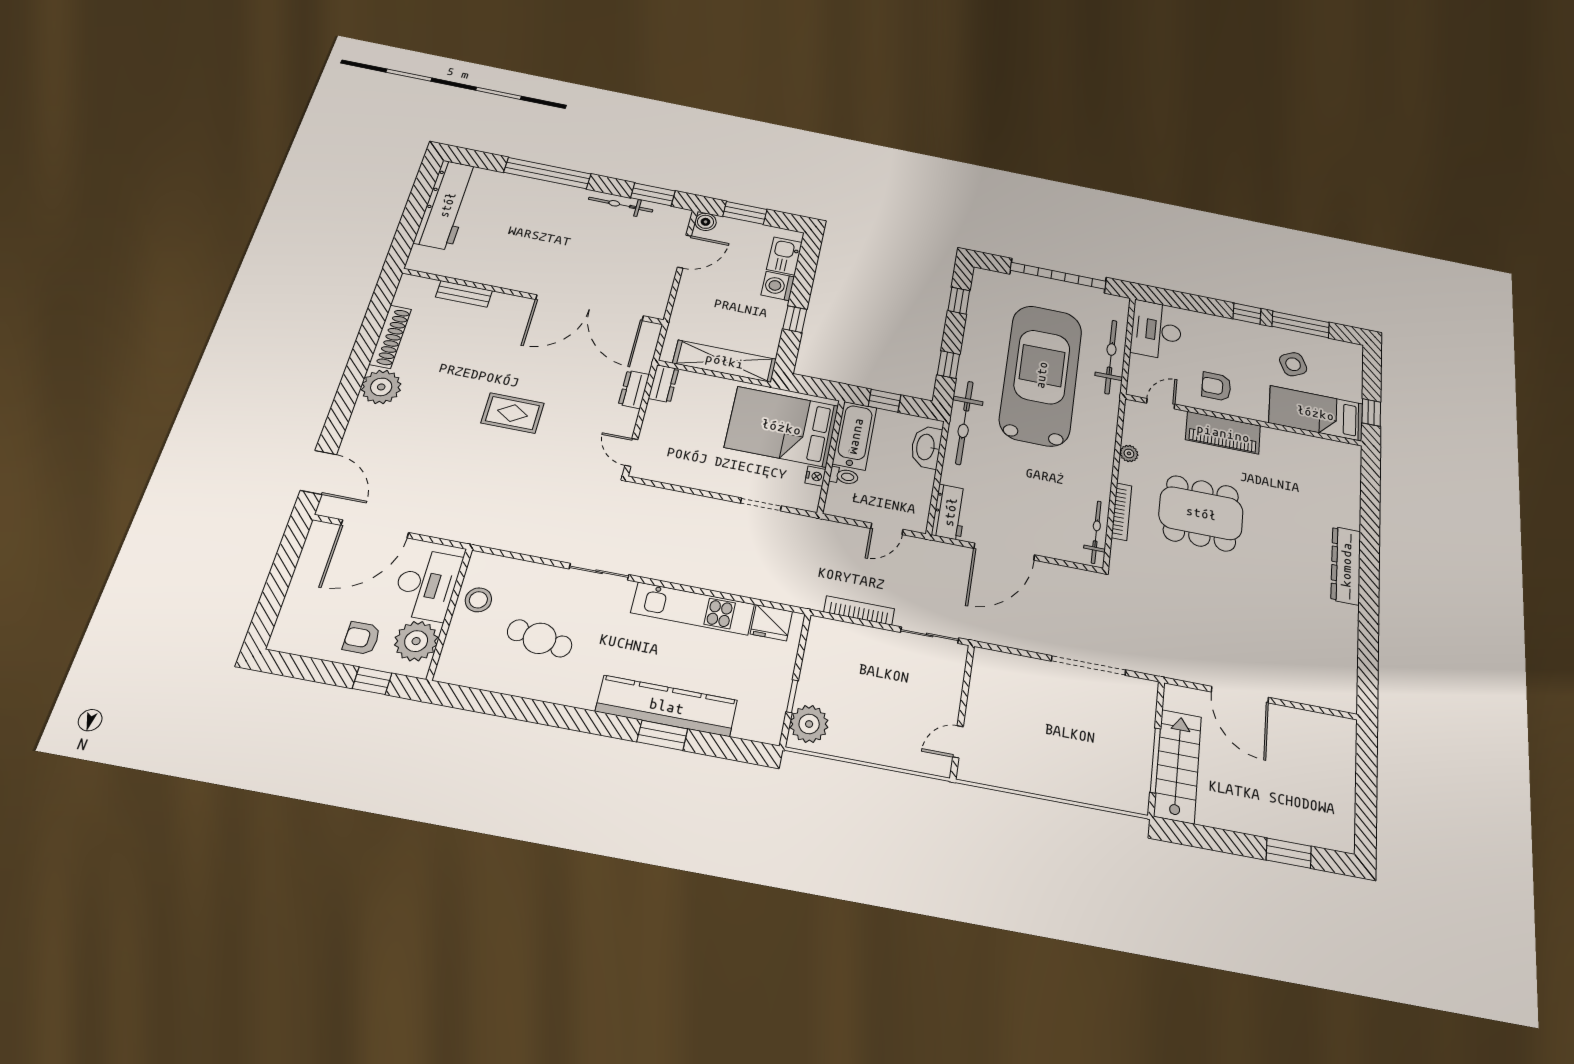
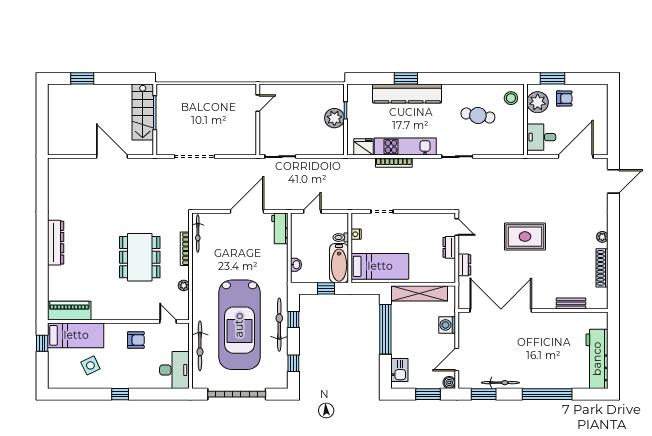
washing machine: (778, 286) -> (447, 325), moved, turned 180
window: (795, 319) -> (385, 329), width x3.17
window: (1301, 324) -> (87, 394), removed
dresser: (664, 384) -> (449, 247), moved
plant: (381, 387) -> (602, 237), width x0.53, depth x0.53
door: (1161, 404) -> (168, 321), swing flipped
rug: (513, 413) -> (525, 237), width x1.36, depth x1.43
bicycle: (964, 423) -> (279, 325), moved
bed: (782, 427) -> (380, 266), width x0.67
piano: (1223, 433) -> (69, 311), moved
washbasin: (926, 447) -> (296, 265), width x0.52, depth x0.69
door: (318, 472) -> (613, 181), swing flipped
dining table: (1201, 513) -> (140, 257), turned 90
desk: (426, 585) -> (541, 137), width x0.73
stool: (478, 600) -> (511, 98), moved
bookcase: (859, 610) -> (394, 163), moved
window: (372, 681) -> (552, 78), width x1.50
plant: (809, 724) -> (334, 118), moved

